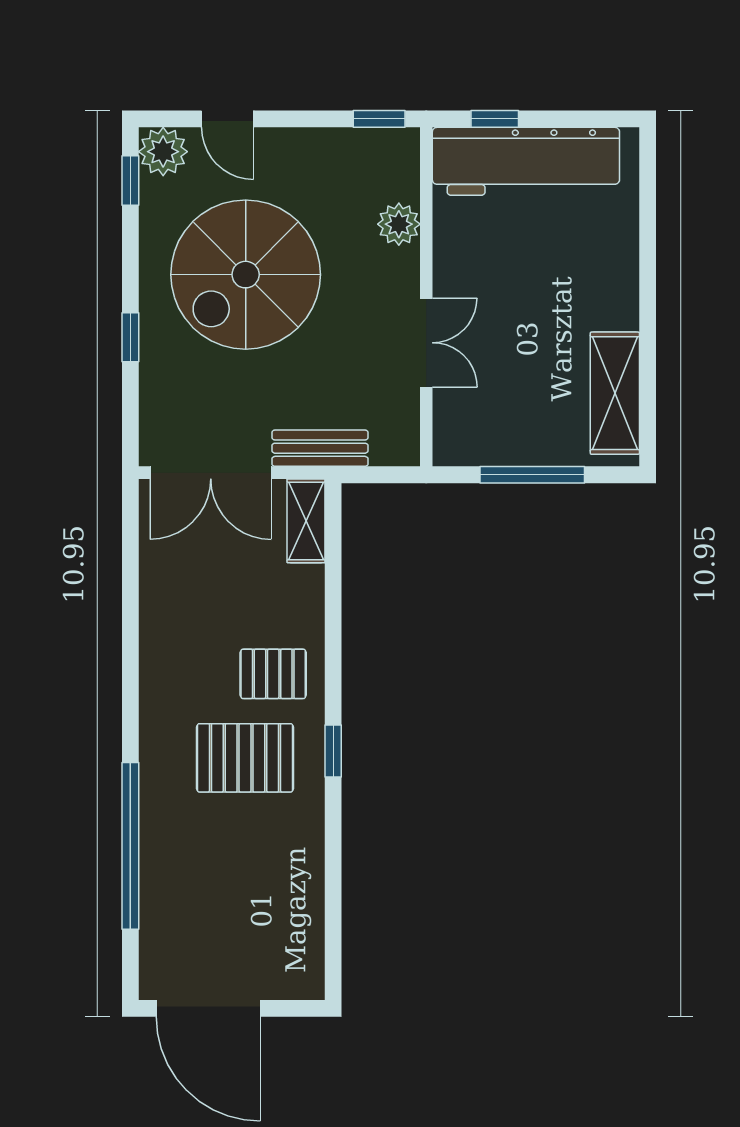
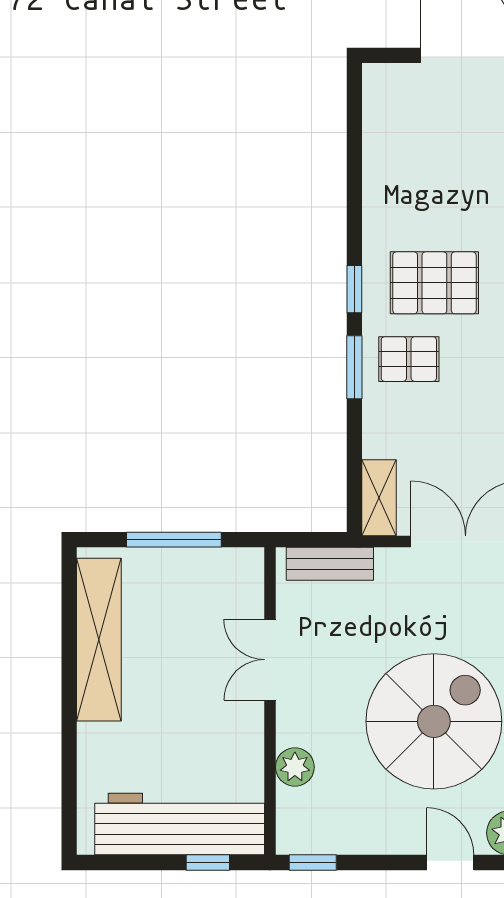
shelving: (615, 393) -> (99, 640), width x1.47
bench: (320, 448) -> (330, 564), moved
window: (333, 665) -> (354, 367), added

